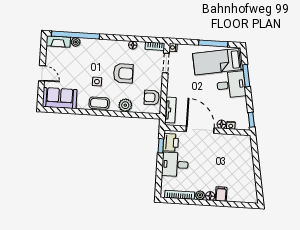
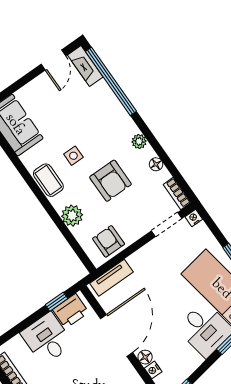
plant: (76, 42) -> (139, 141), moved
door: (42, 73) -> (53, 60), moved

